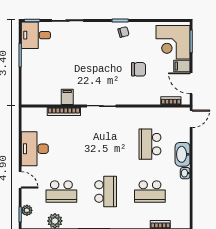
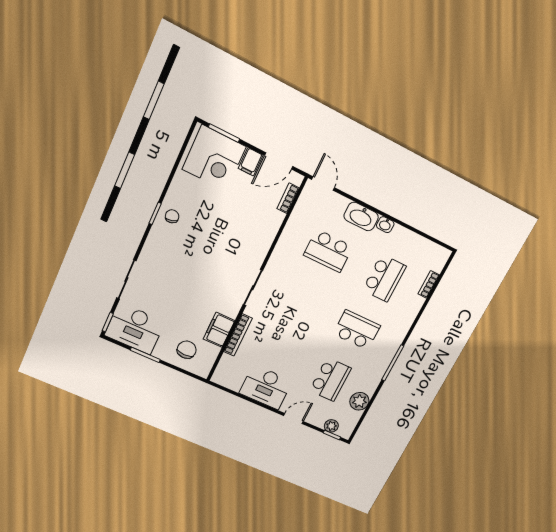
desk: (36, 35) -> (135, 329), width x1.37
chair: (139, 69) -> (187, 350), moved
filing cabinet: (67, 97) -> (219, 330), width x2.00

